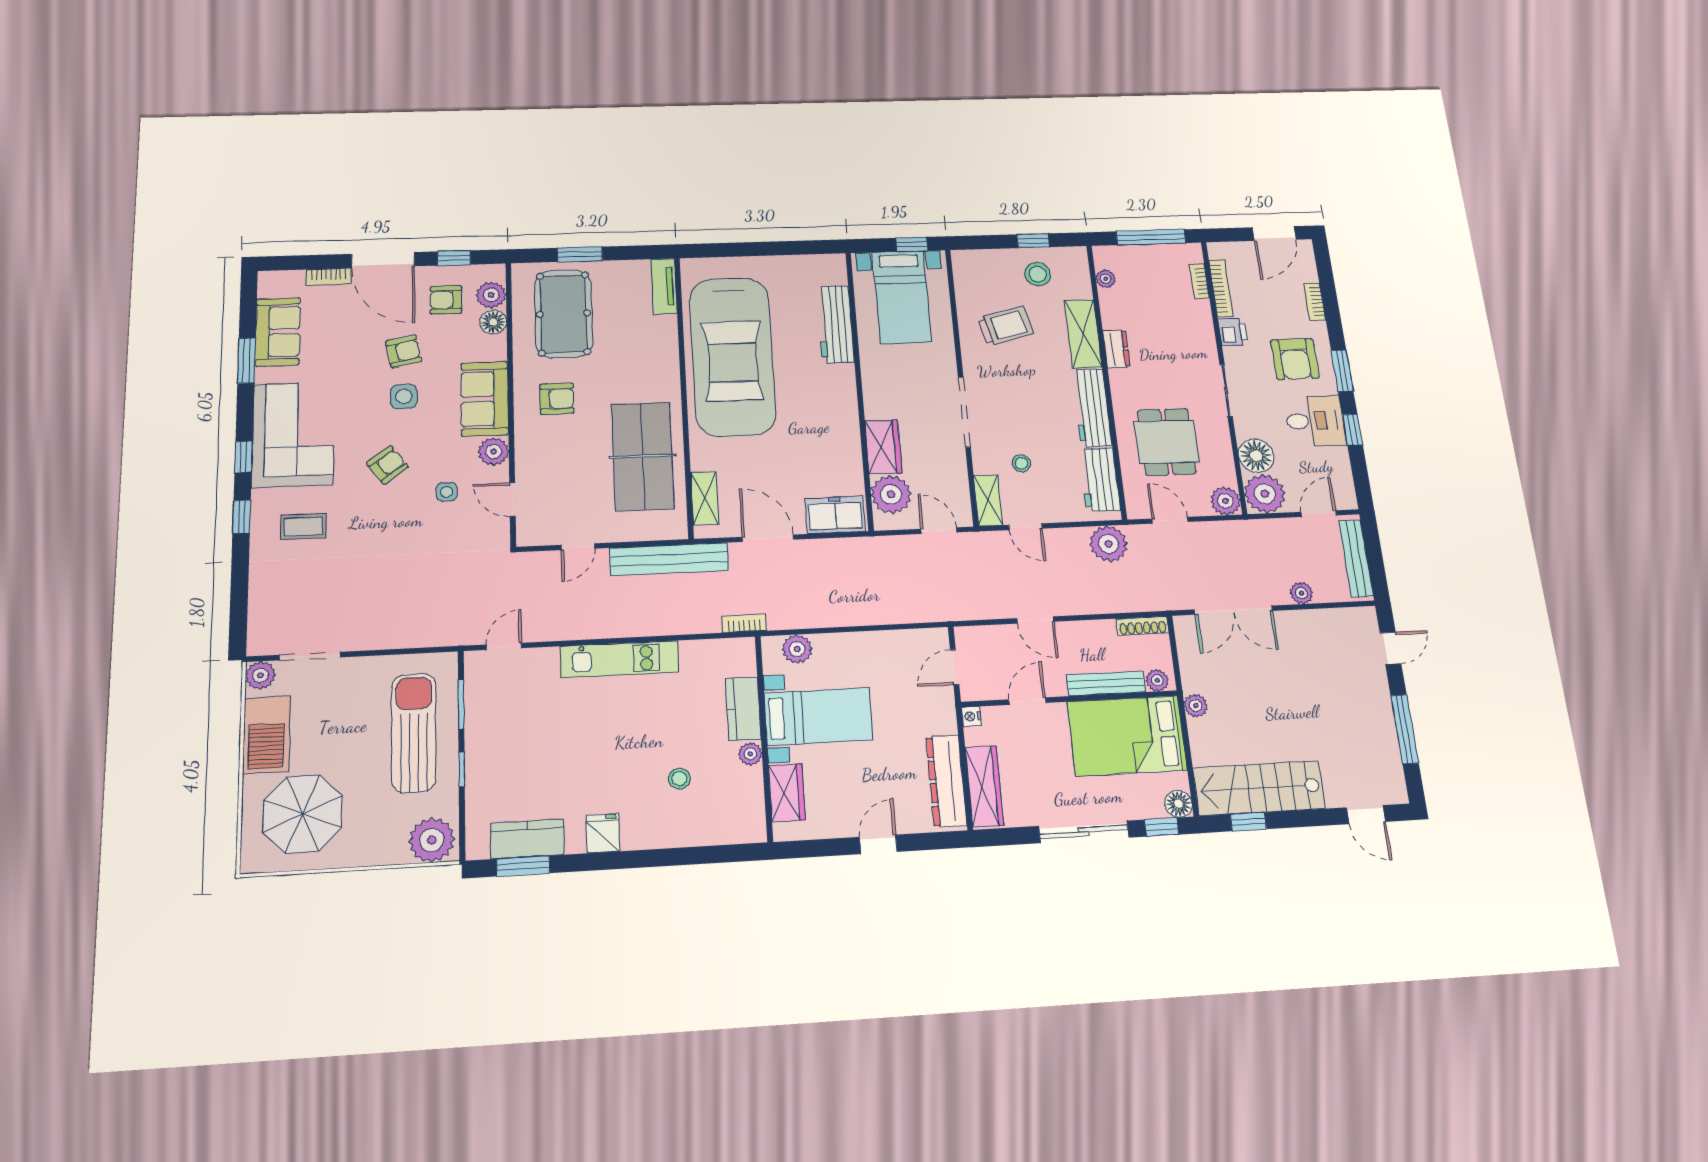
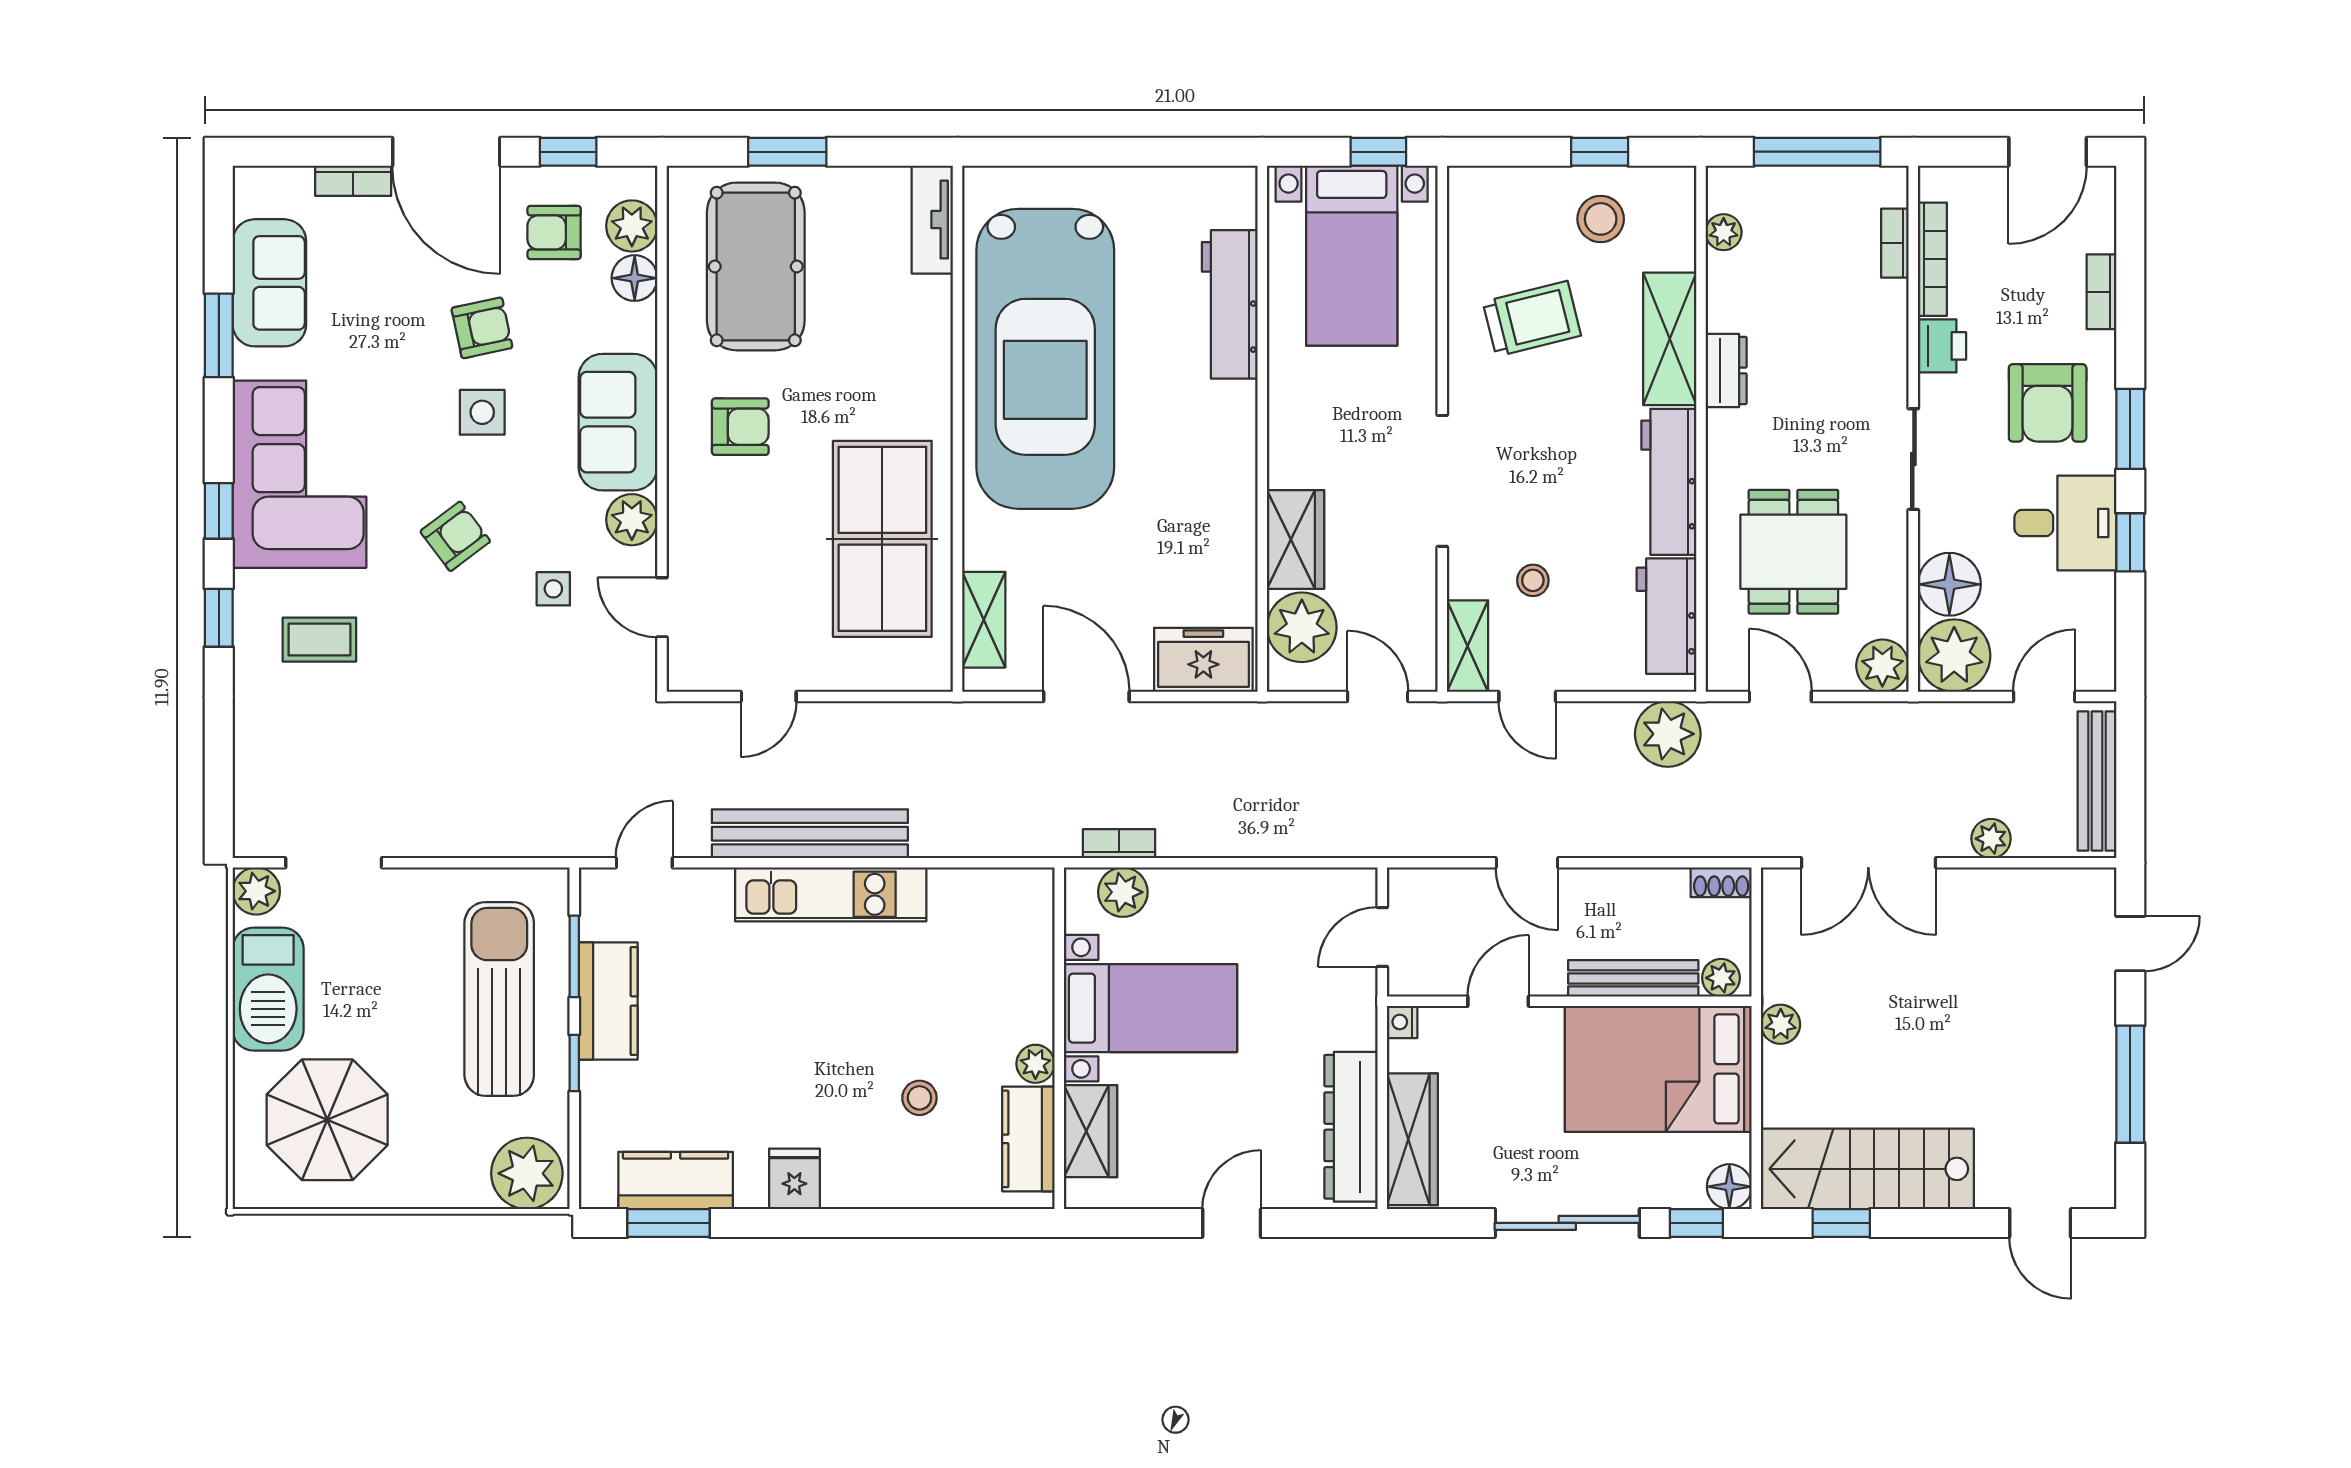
bench: (669, 559) -> (810, 834), moved
bookcase: (744, 623) -> (1119, 844), moved
shoe rack: (1143, 626) -> (1721, 882), width x0.70
kitchen counter: (743, 709) -> (1028, 1139), moved
kitchen counter: (483, 730) -> (608, 1001), added

